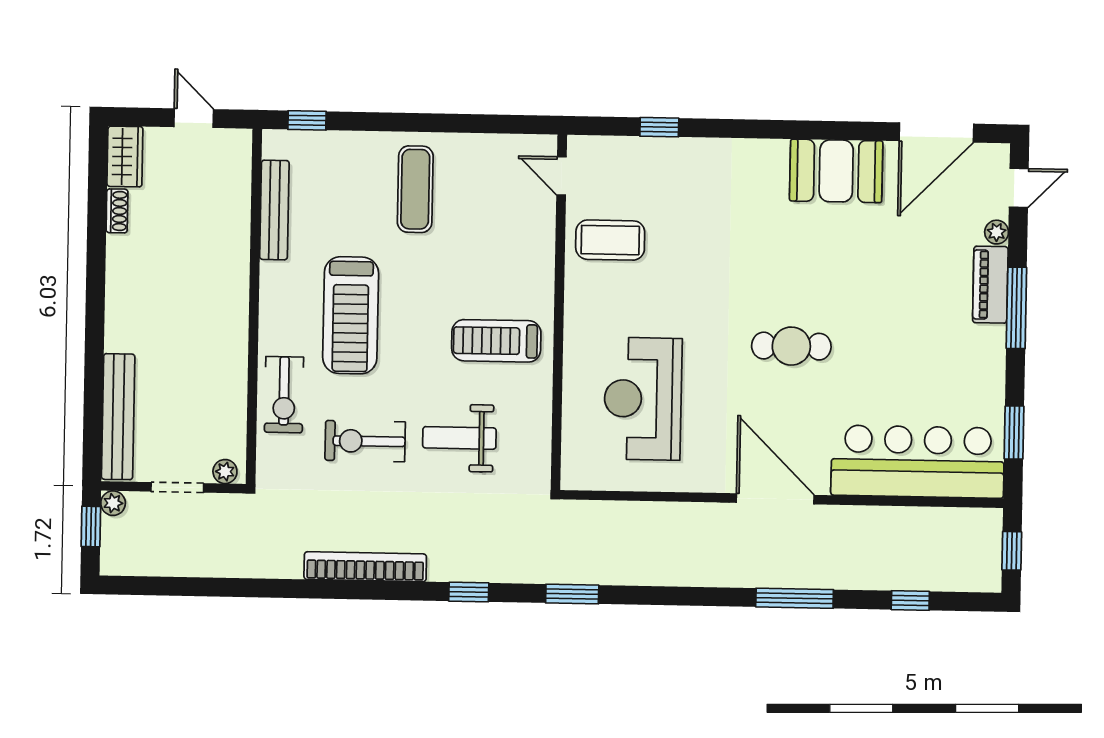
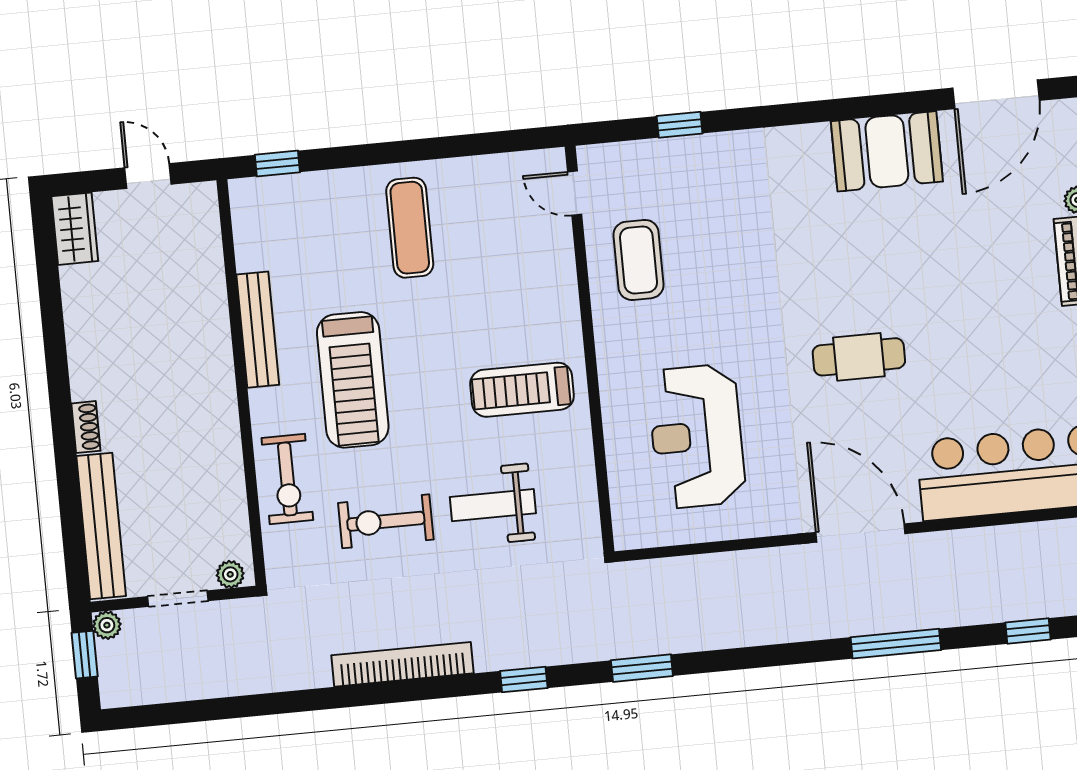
bench: (274, 210) -> (258, 330), moved
shoe rack: (117, 211) -> (86, 427), moved
coffee table: (610, 240) -> (639, 260), turned 90

